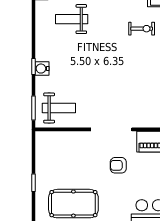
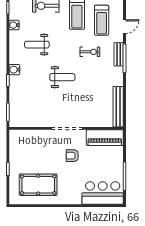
water cooler: (42, 69) -> (14, 70), moved
weight bench: (59, 108) -> (62, 77), moved

